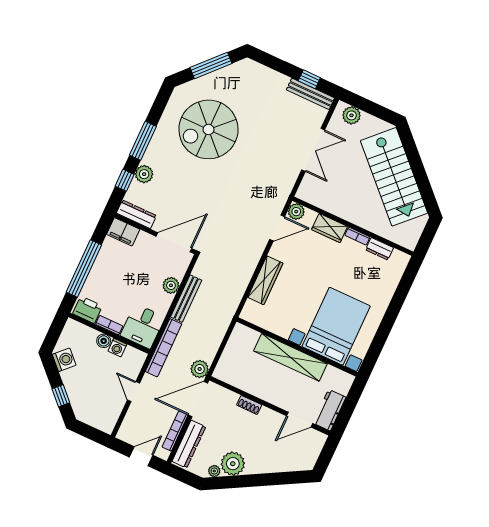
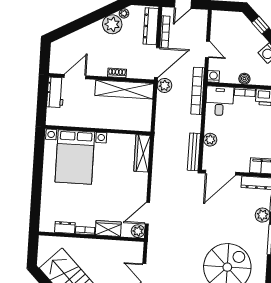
wardrobe: (265, 280) -> (142, 153), moved
bench: (186, 299) -> (194, 152), moved
washing machine: (117, 348) -> (213, 76), moved
shelving: (290, 357) -> (124, 90), moved

